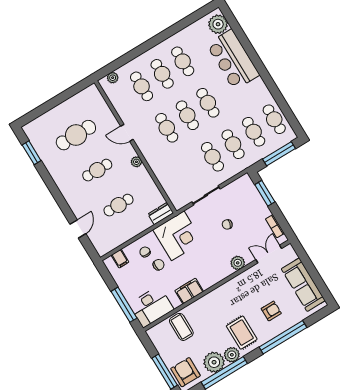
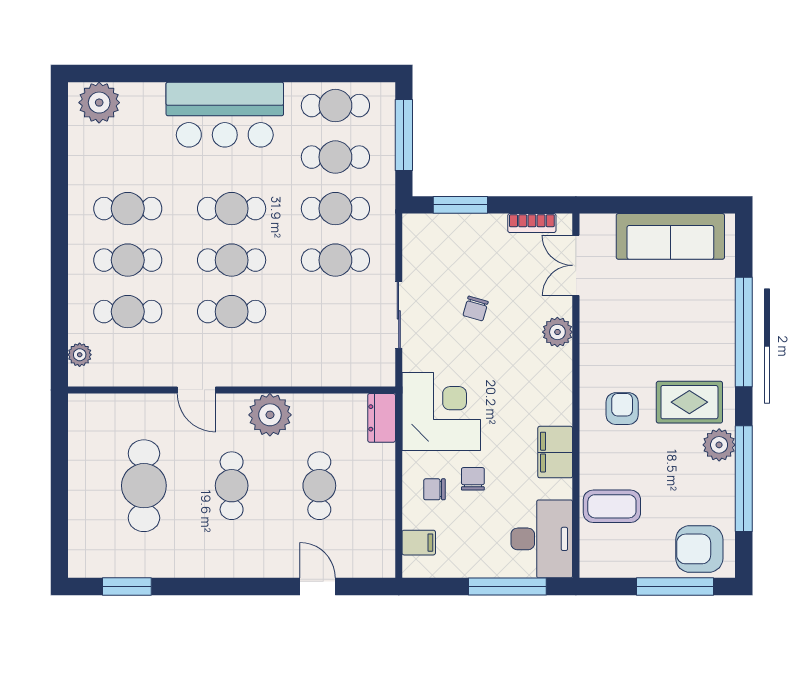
bar counter: (233, 60) -> (225, 115), moved
door: (127, 133) -> (196, 390), hinge flipped
plant: (136, 162) -> (270, 415), width x1.88, depth x1.88
armchair: (271, 311) -> (622, 409), moved
plant: (214, 362) -> (713, 486), removed

